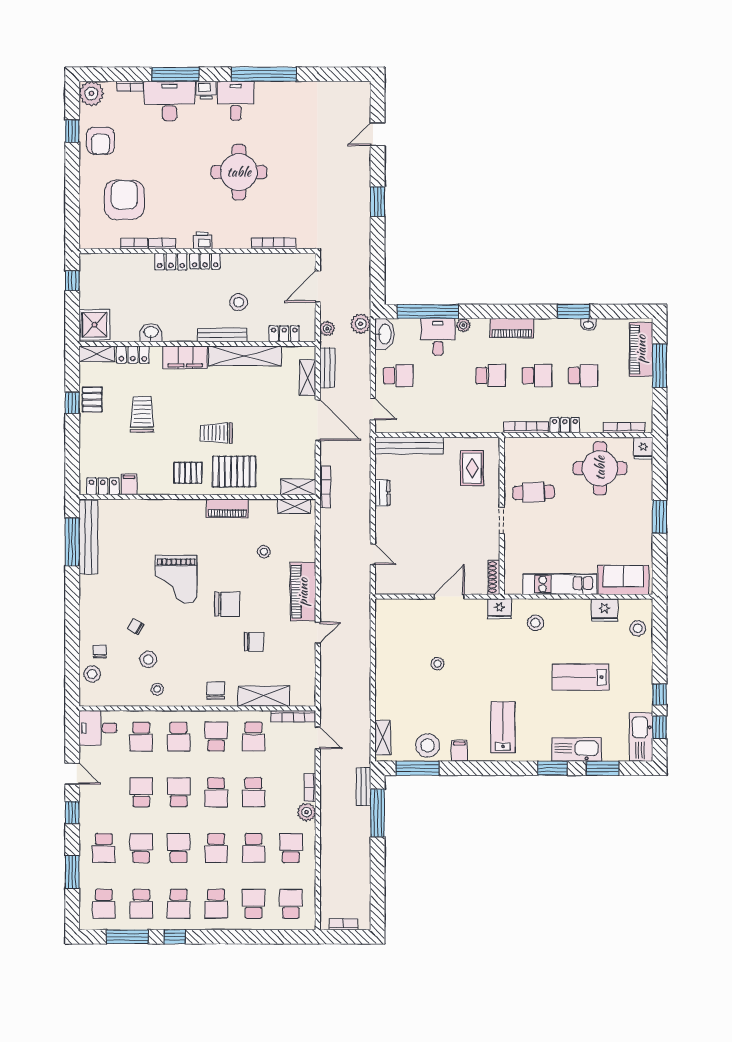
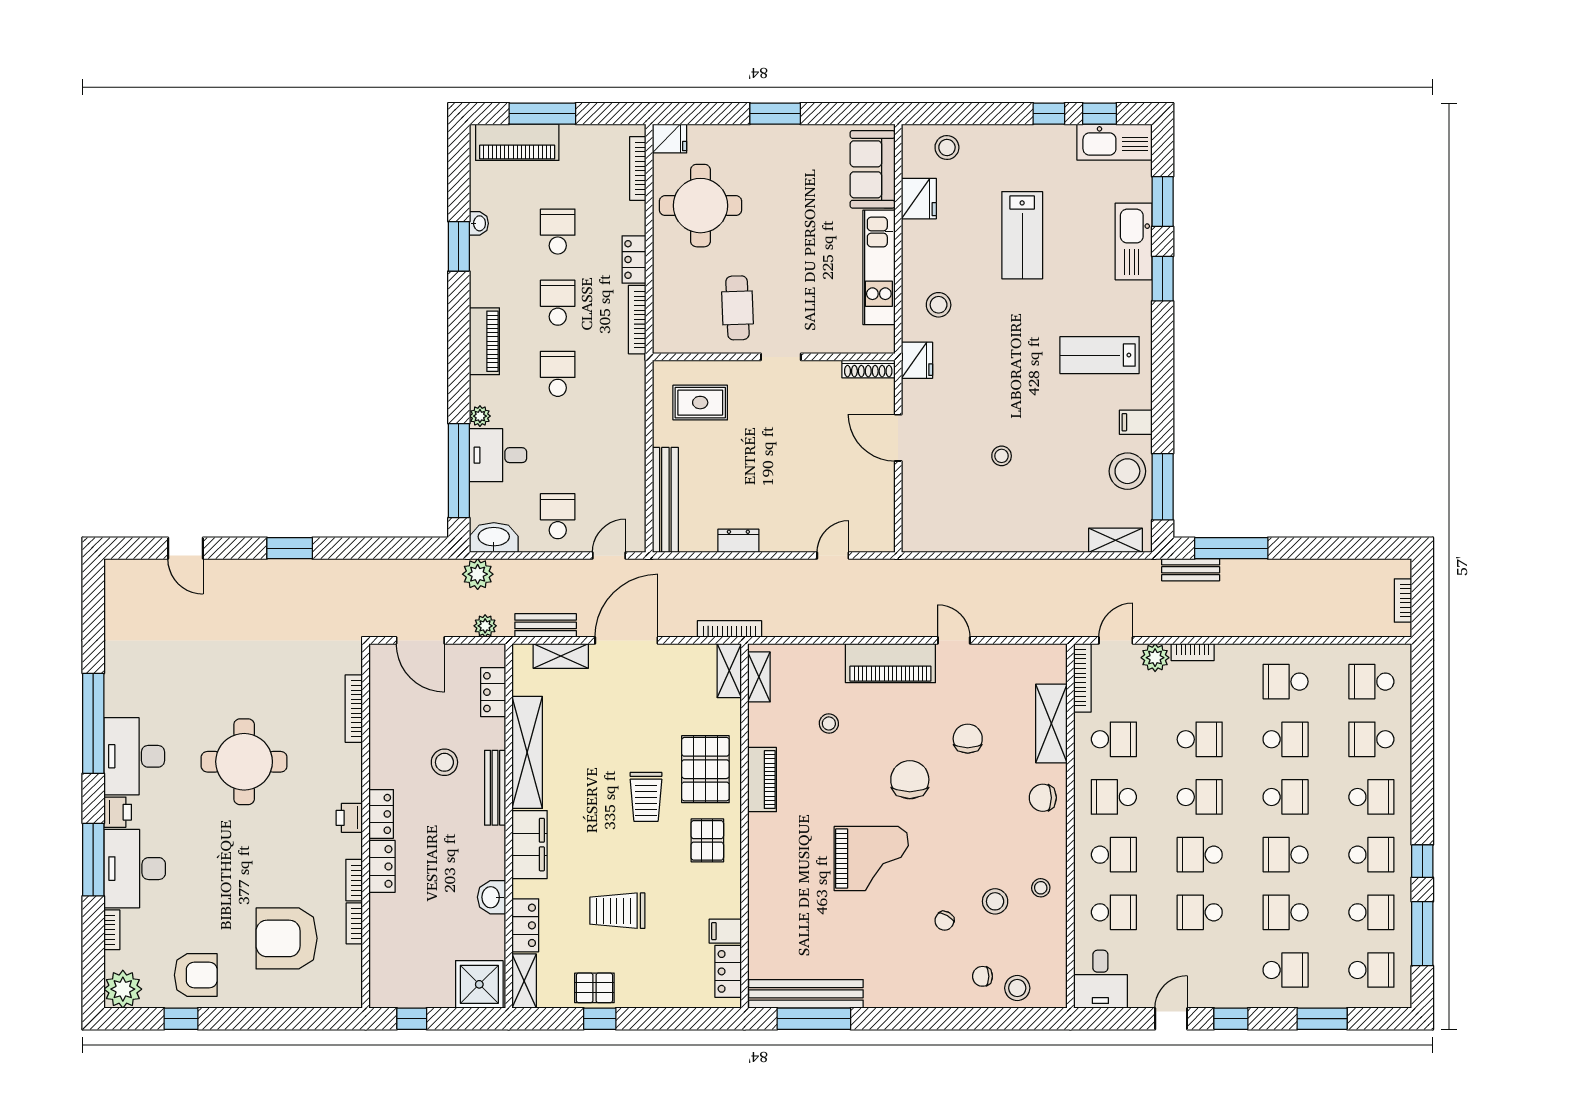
desk: (236, 101) -> (134, 756), width x1.37
plant: (307, 812) -> (1155, 658), moved

